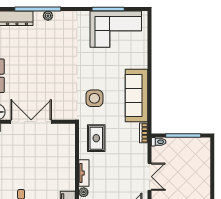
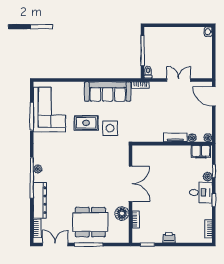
double door: (31, 122) -> (131, 184), swing flipped
rug: (96, 138) -> (86, 123), moved

